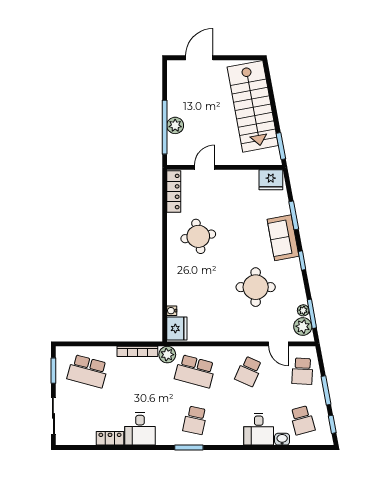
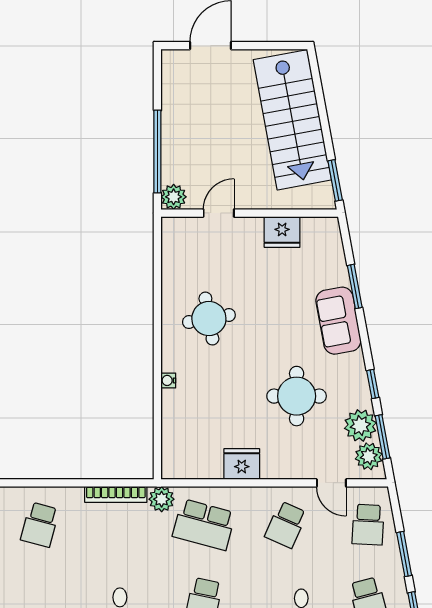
plant: (175, 125) -> (174, 197), moved
fridge: (271, 180) -> (282, 232), moved
locker: (174, 192) -> (171, 250), removed
window: (302, 260) -> (373, 384), moved
plant: (303, 310) -> (360, 425), width x1.88, depth x1.88
water cooler: (172, 311) -> (168, 380), moved
fridge: (177, 328) -> (242, 464), moved, turned -90
school desk: (88, 371) -> (40, 525), width x0.54

